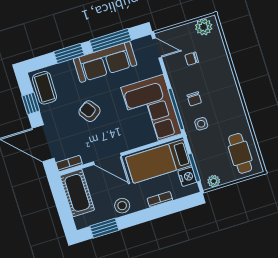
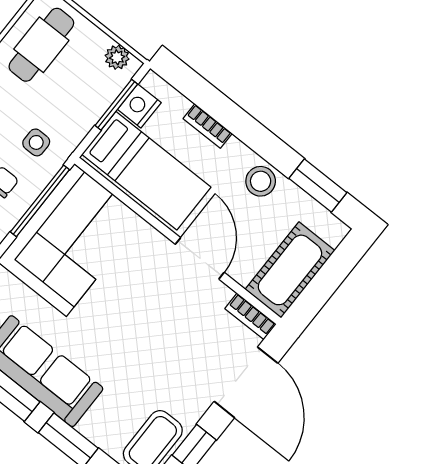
armchair: (89, 111) -> (141, 342), removed

